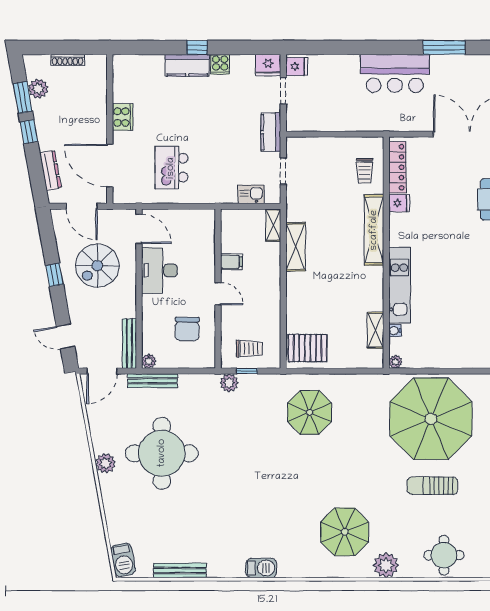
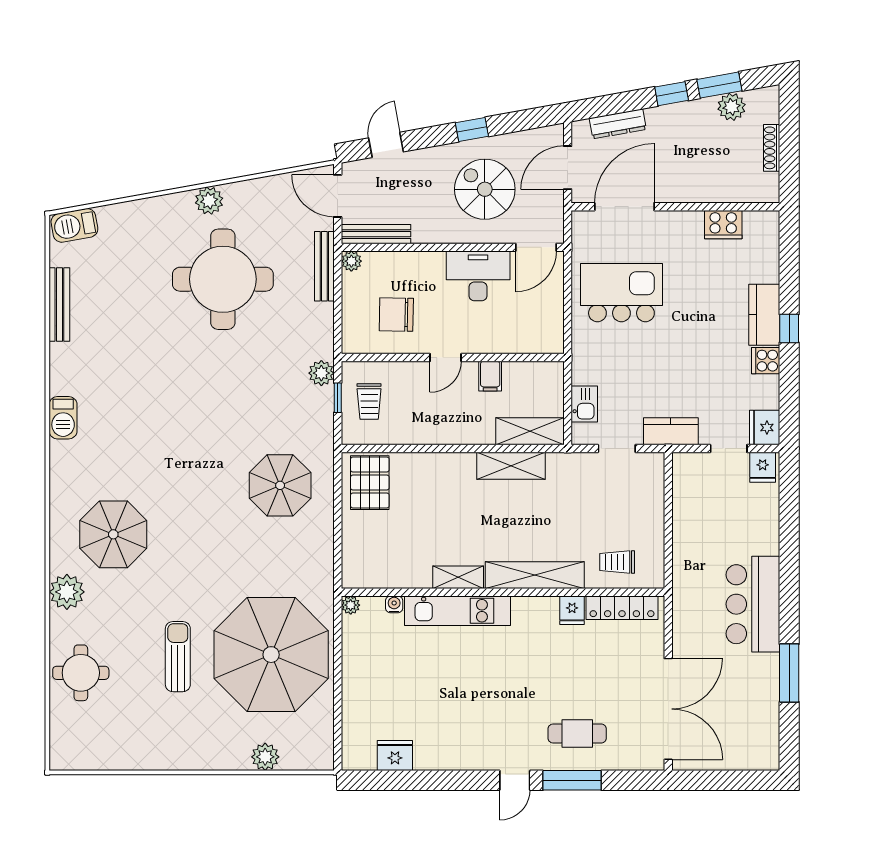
cooker: (123, 117) -> (723, 225), moved
kitchen island: (171, 168) -> (621, 293), width x1.37, depth x1.28
shelving: (273, 225) -> (530, 431), width x1.50, depth x1.33
shelving: (375, 330) -> (458, 577), moved

